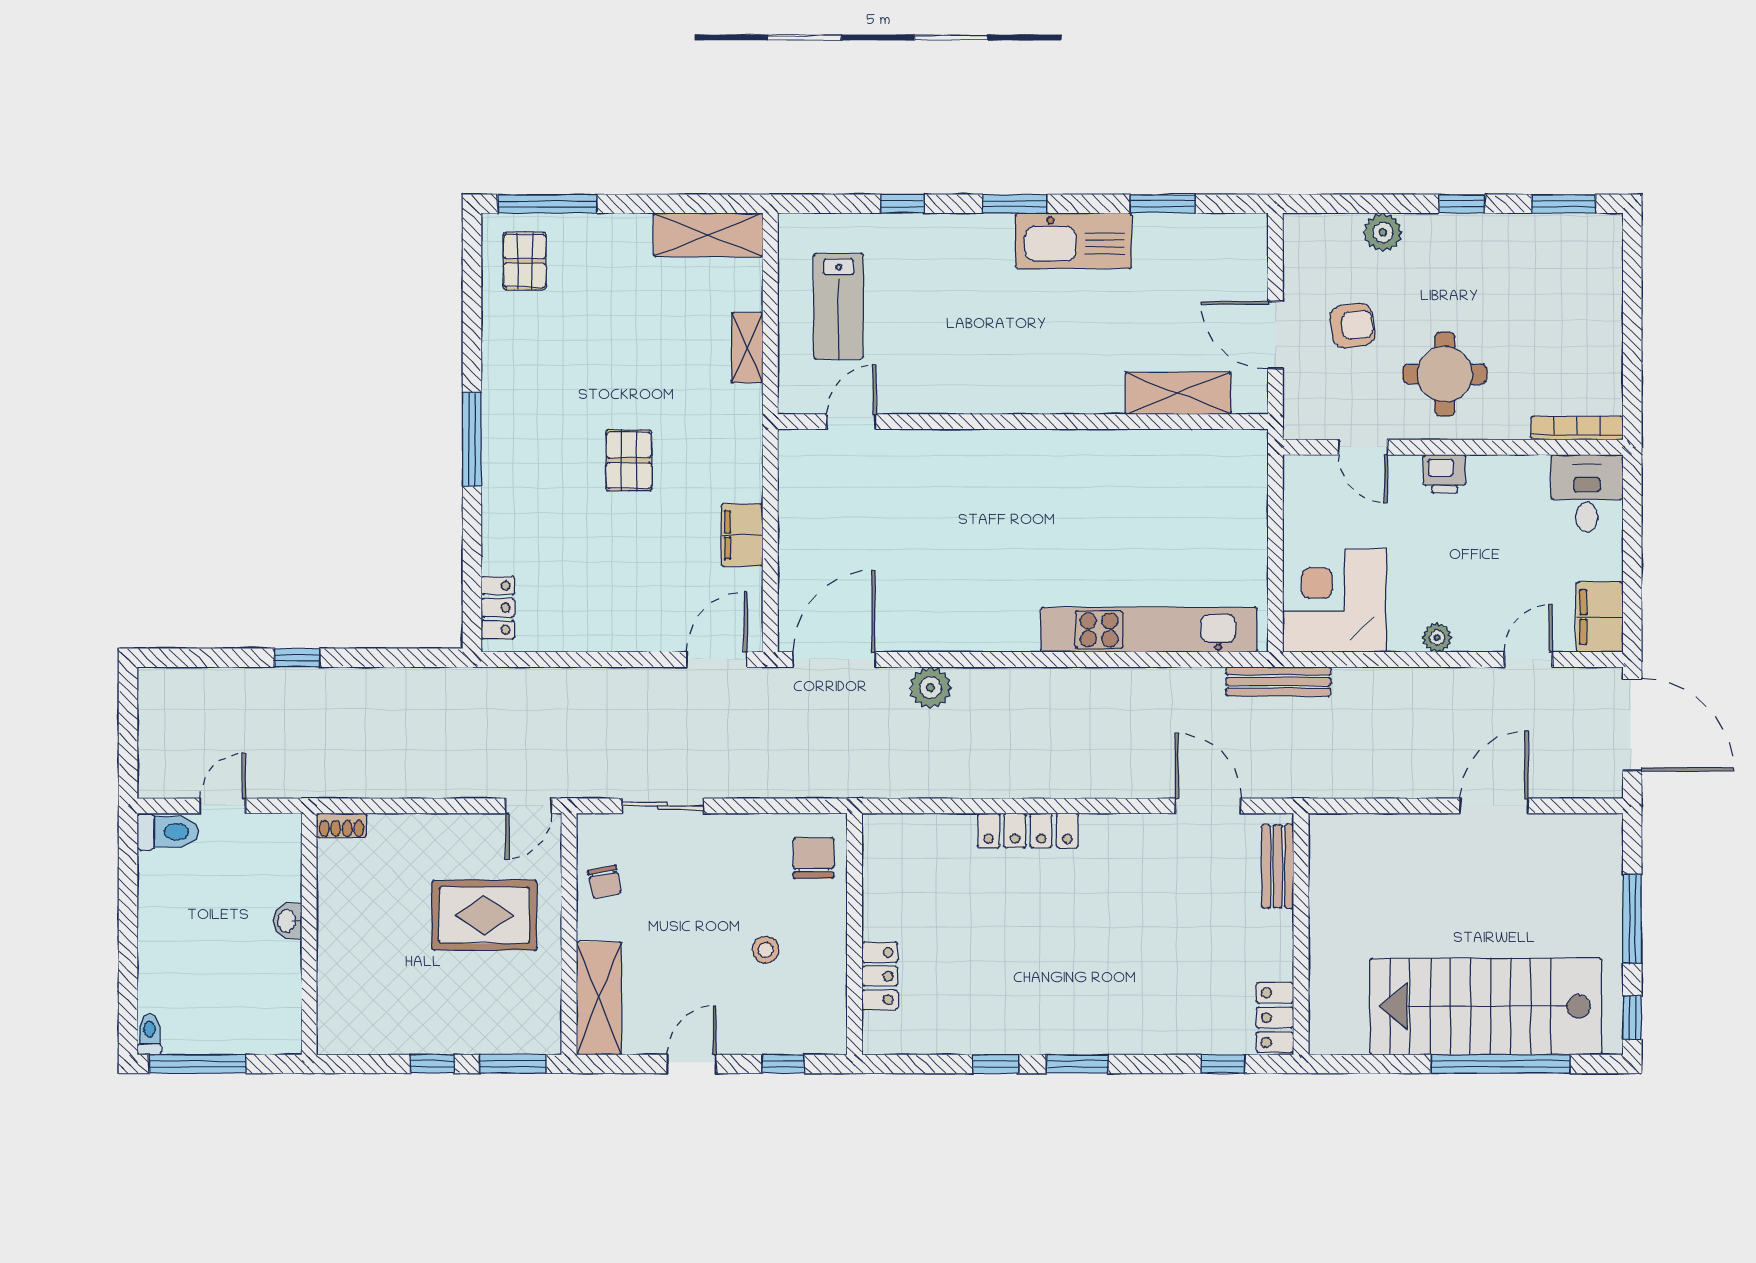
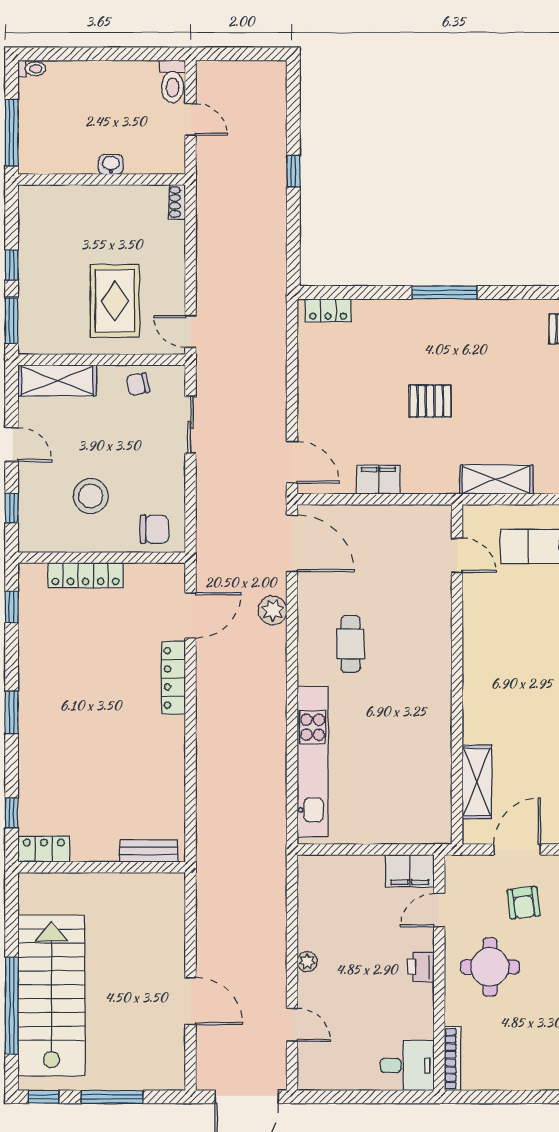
shelving: (747, 348) -> (496, 480), width x1.50, depth x1.33
cafe table: (979, 575) -> (351, 644), added
corner desk: (1334, 601) -> (333, 890), removed
filing cabinet: (1600, 617) -> (410, 871), moved, turned 180
bench: (1278, 681) -> (277, 852), removed
door: (1208, 806) -> (191, 615), moved
stool: (766, 950) -> (91, 496), width x1.89, depth x1.89
locker: (880, 976) -> (86, 575), width x1.53
window: (197, 1064) -> (12, 133), moved
window: (995, 1064) -> (12, 607), moved

